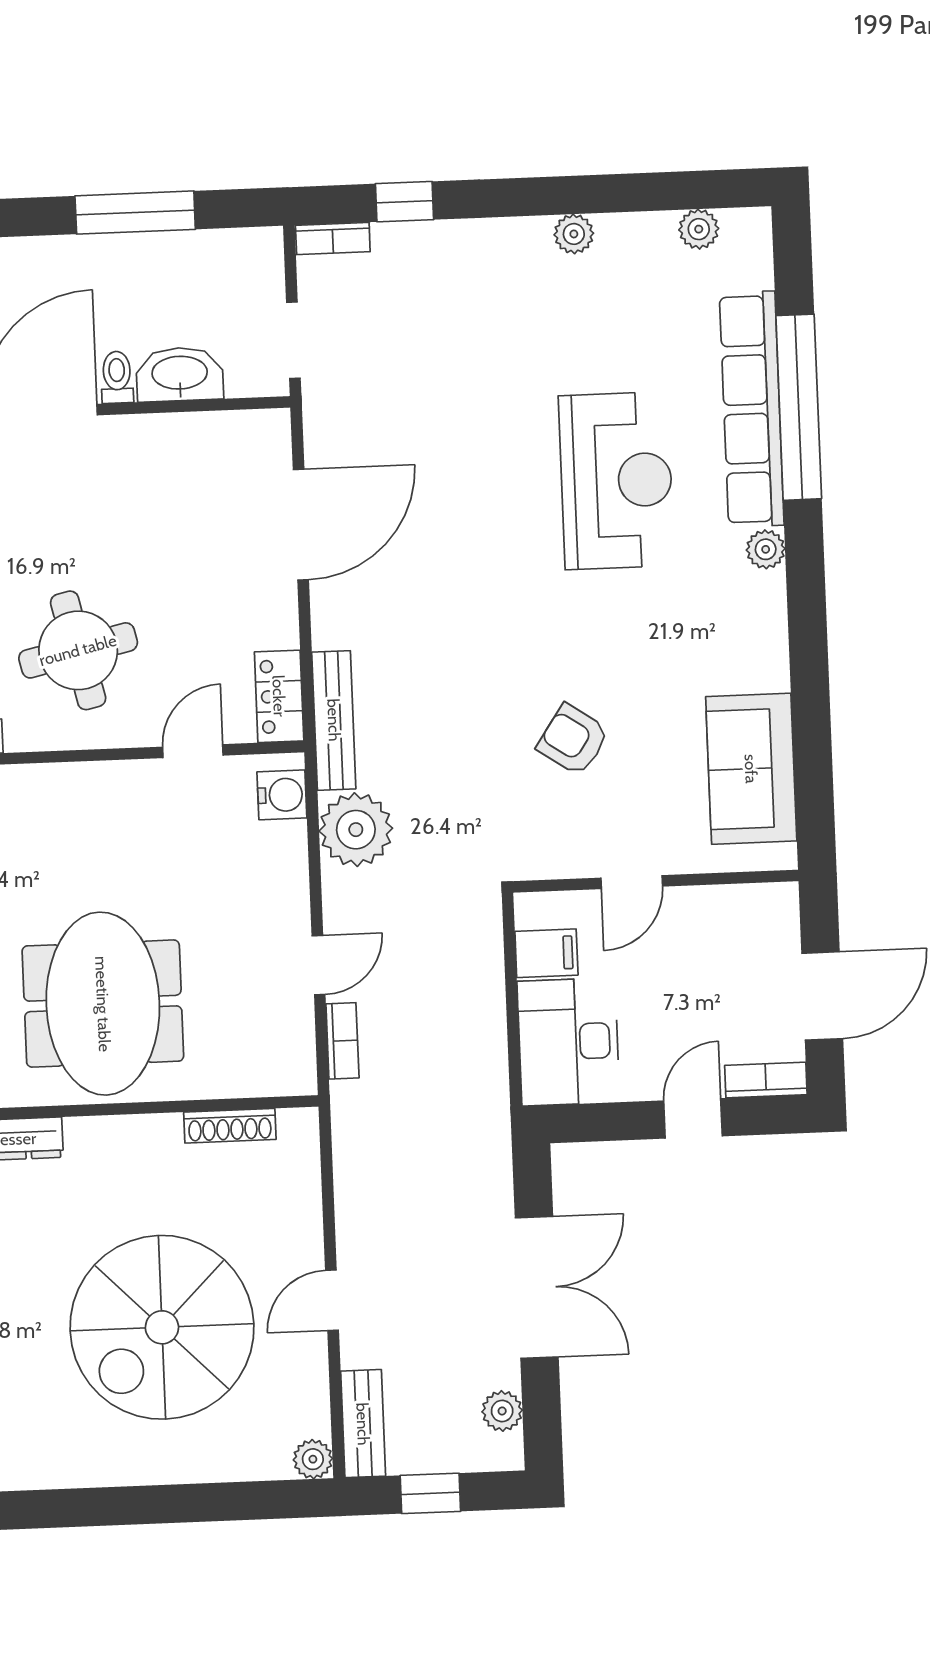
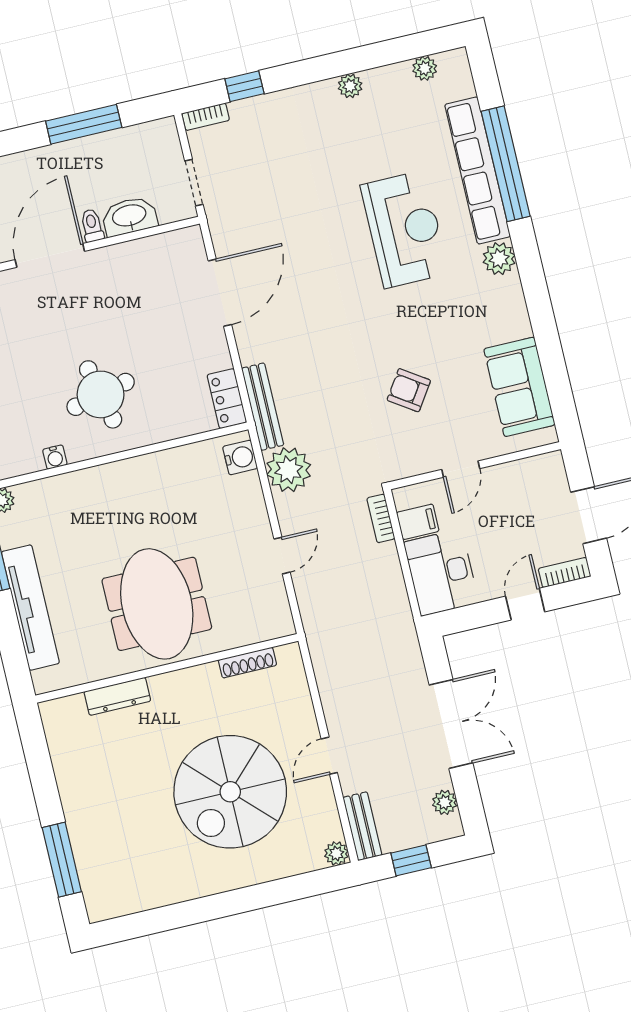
plant: (766, 549) -> (499, 259), width x1.38, depth x1.38
door: (193, 751) -> (181, 442), removed
bookcase: (342, 1041) -> (381, 518), moved, turned 180

